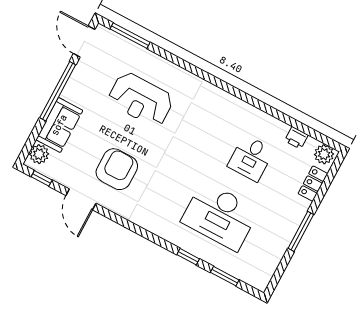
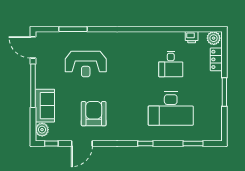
window: (130, 36) -> (73, 29), moved
door: (81, 199) -> (82, 143), hinge flipped
window: (188, 257) -> (145, 143), moved

